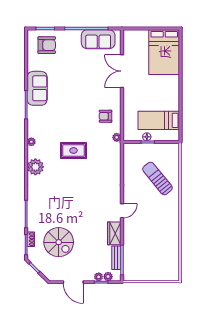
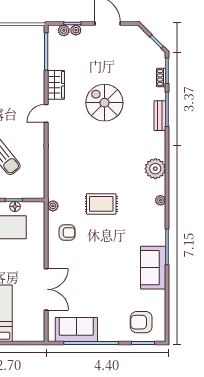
rug: (73, 151) -> (101, 204), moved
spiral stairs: (59, 242) -> (104, 103), moved
bench: (116, 258) -> (160, 116), moved

